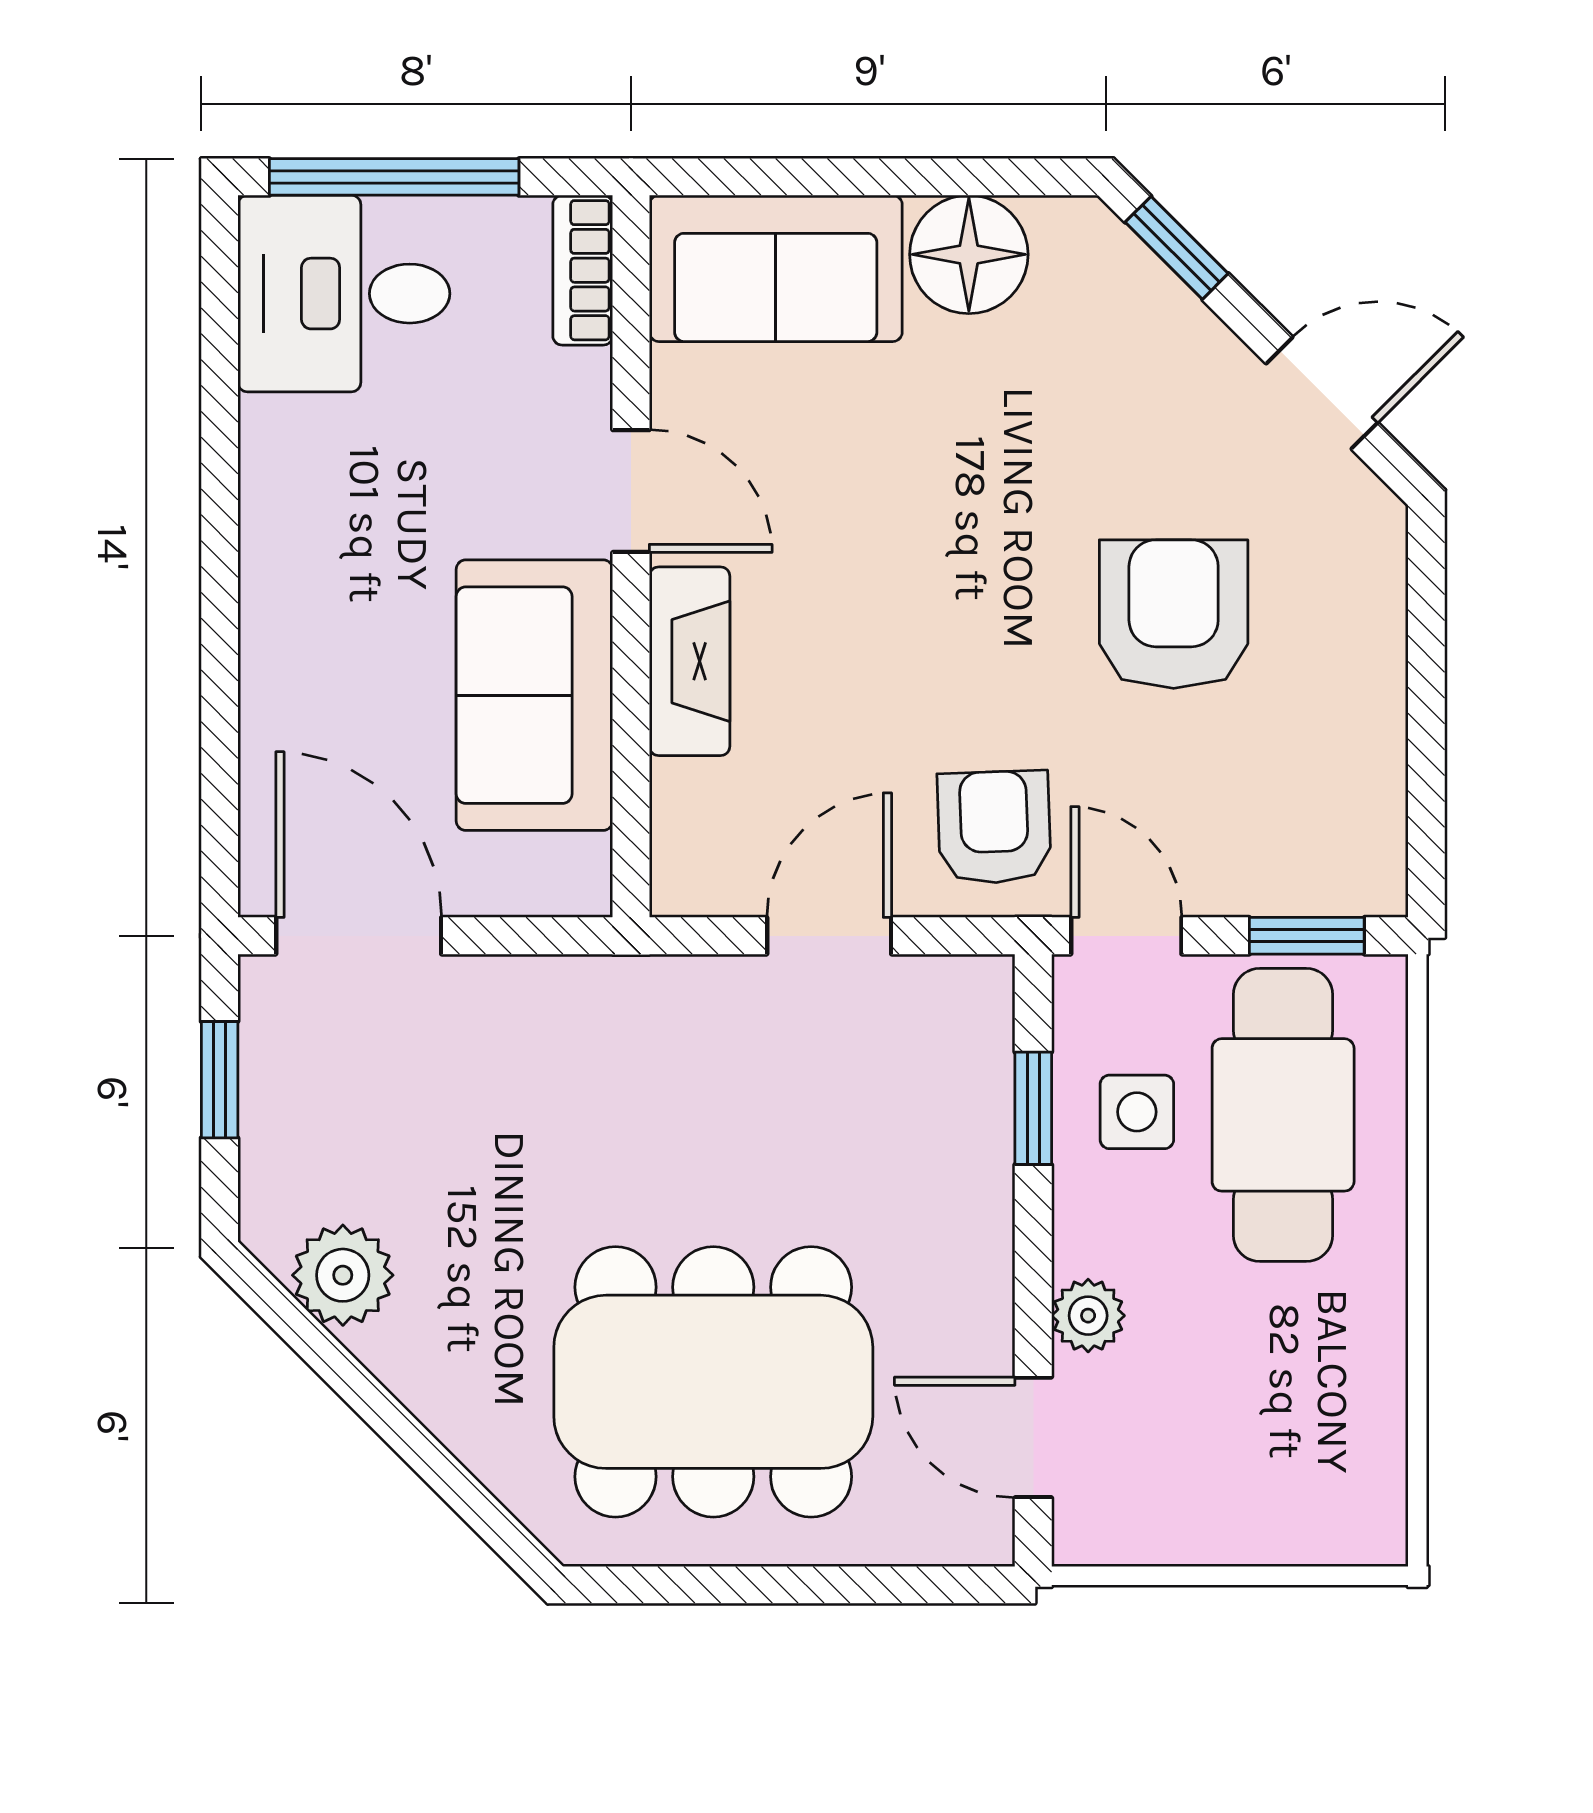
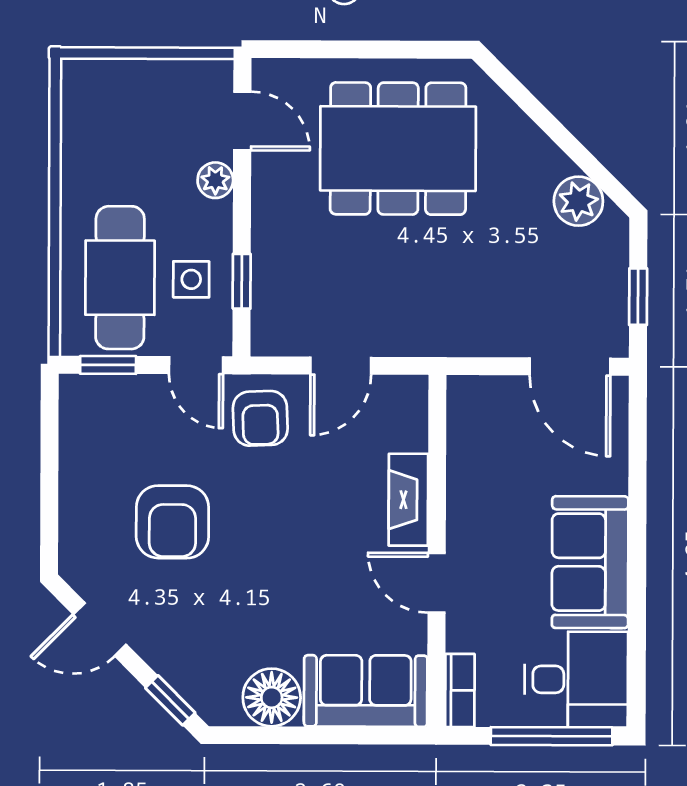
sofa: (534, 695) -> (590, 562), moved, turned 180

